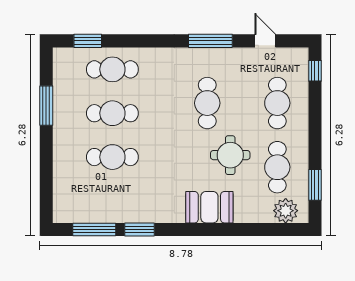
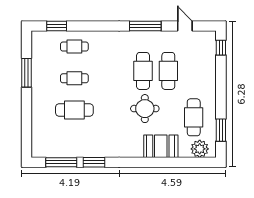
cafe table: (112, 69) -> (74, 47), width x0.73, depth x0.74
cafe table: (277, 103) -> (168, 71), moved
cafe table: (112, 113) -> (74, 78), width x0.73, depth x0.74
round table: (230, 155) -> (145, 109), moved
booth: (209, 207) -> (161, 146), moved

